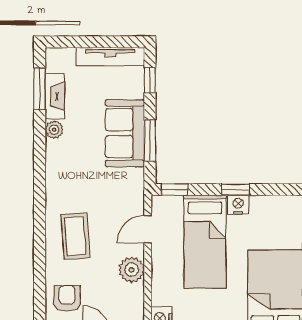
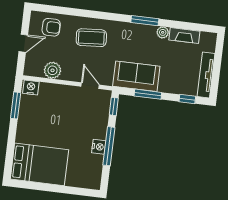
window: (40, 89) -> (145, 21), moved
sofa: (125, 133) -> (136, 76), moved
window: (235, 190) -> (109, 146), width x2.17
bed: (205, 242) -> (77, 122), removed
plant: (132, 270) -> (53, 70), moved

